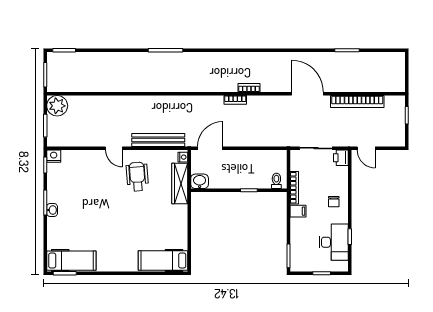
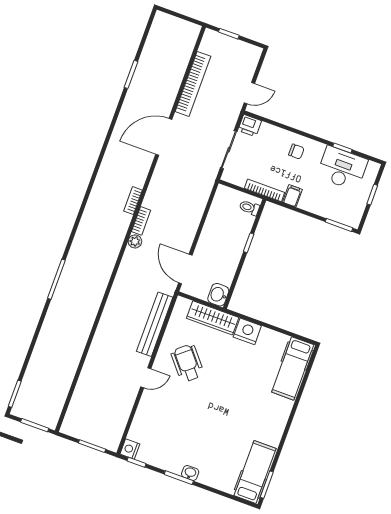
plant: (57, 106) -> (135, 241), moved, width x0.53, depth x0.53
nightstand: (183, 157) -> (247, 331), moved, width x1.89, depth x1.79
wheelchair: (137, 177) -> (187, 363), turned 54

